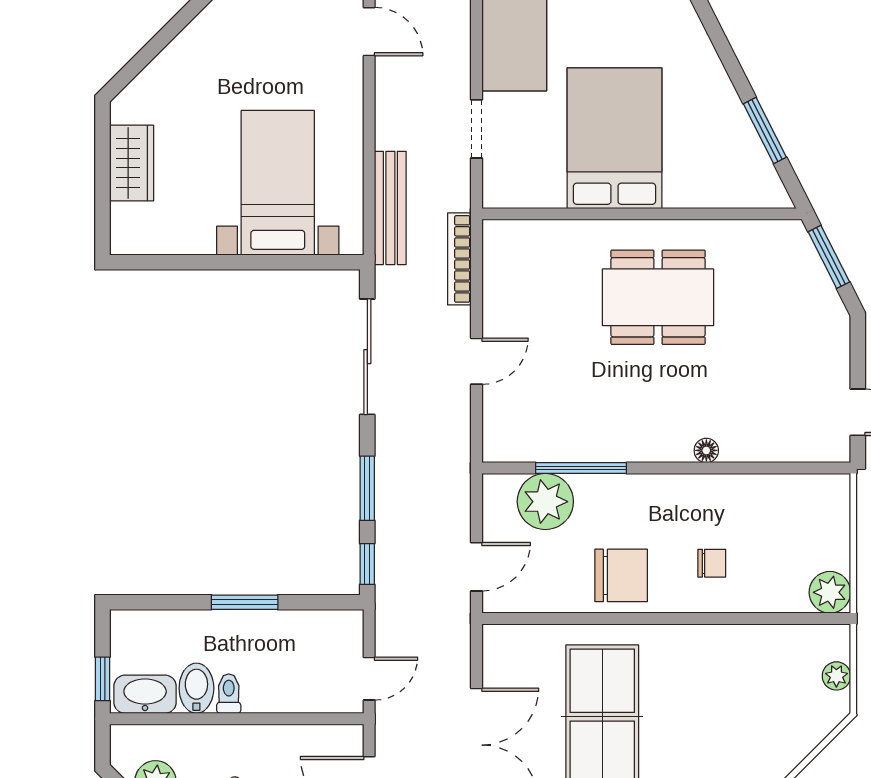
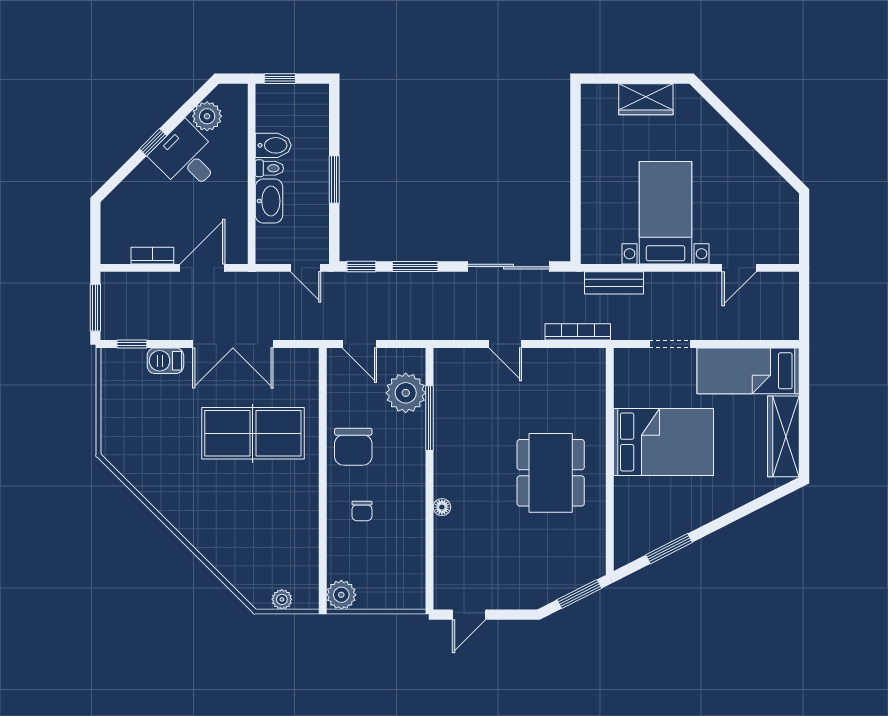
bed with nightstands: (278, 183) -> (665, 213), moved, turned -90
bench: (390, 208) -> (614, 283), width x0.73
door: (369, 679) -> (306, 268), moved
washbasin: (145, 694) -> (269, 201), moved

